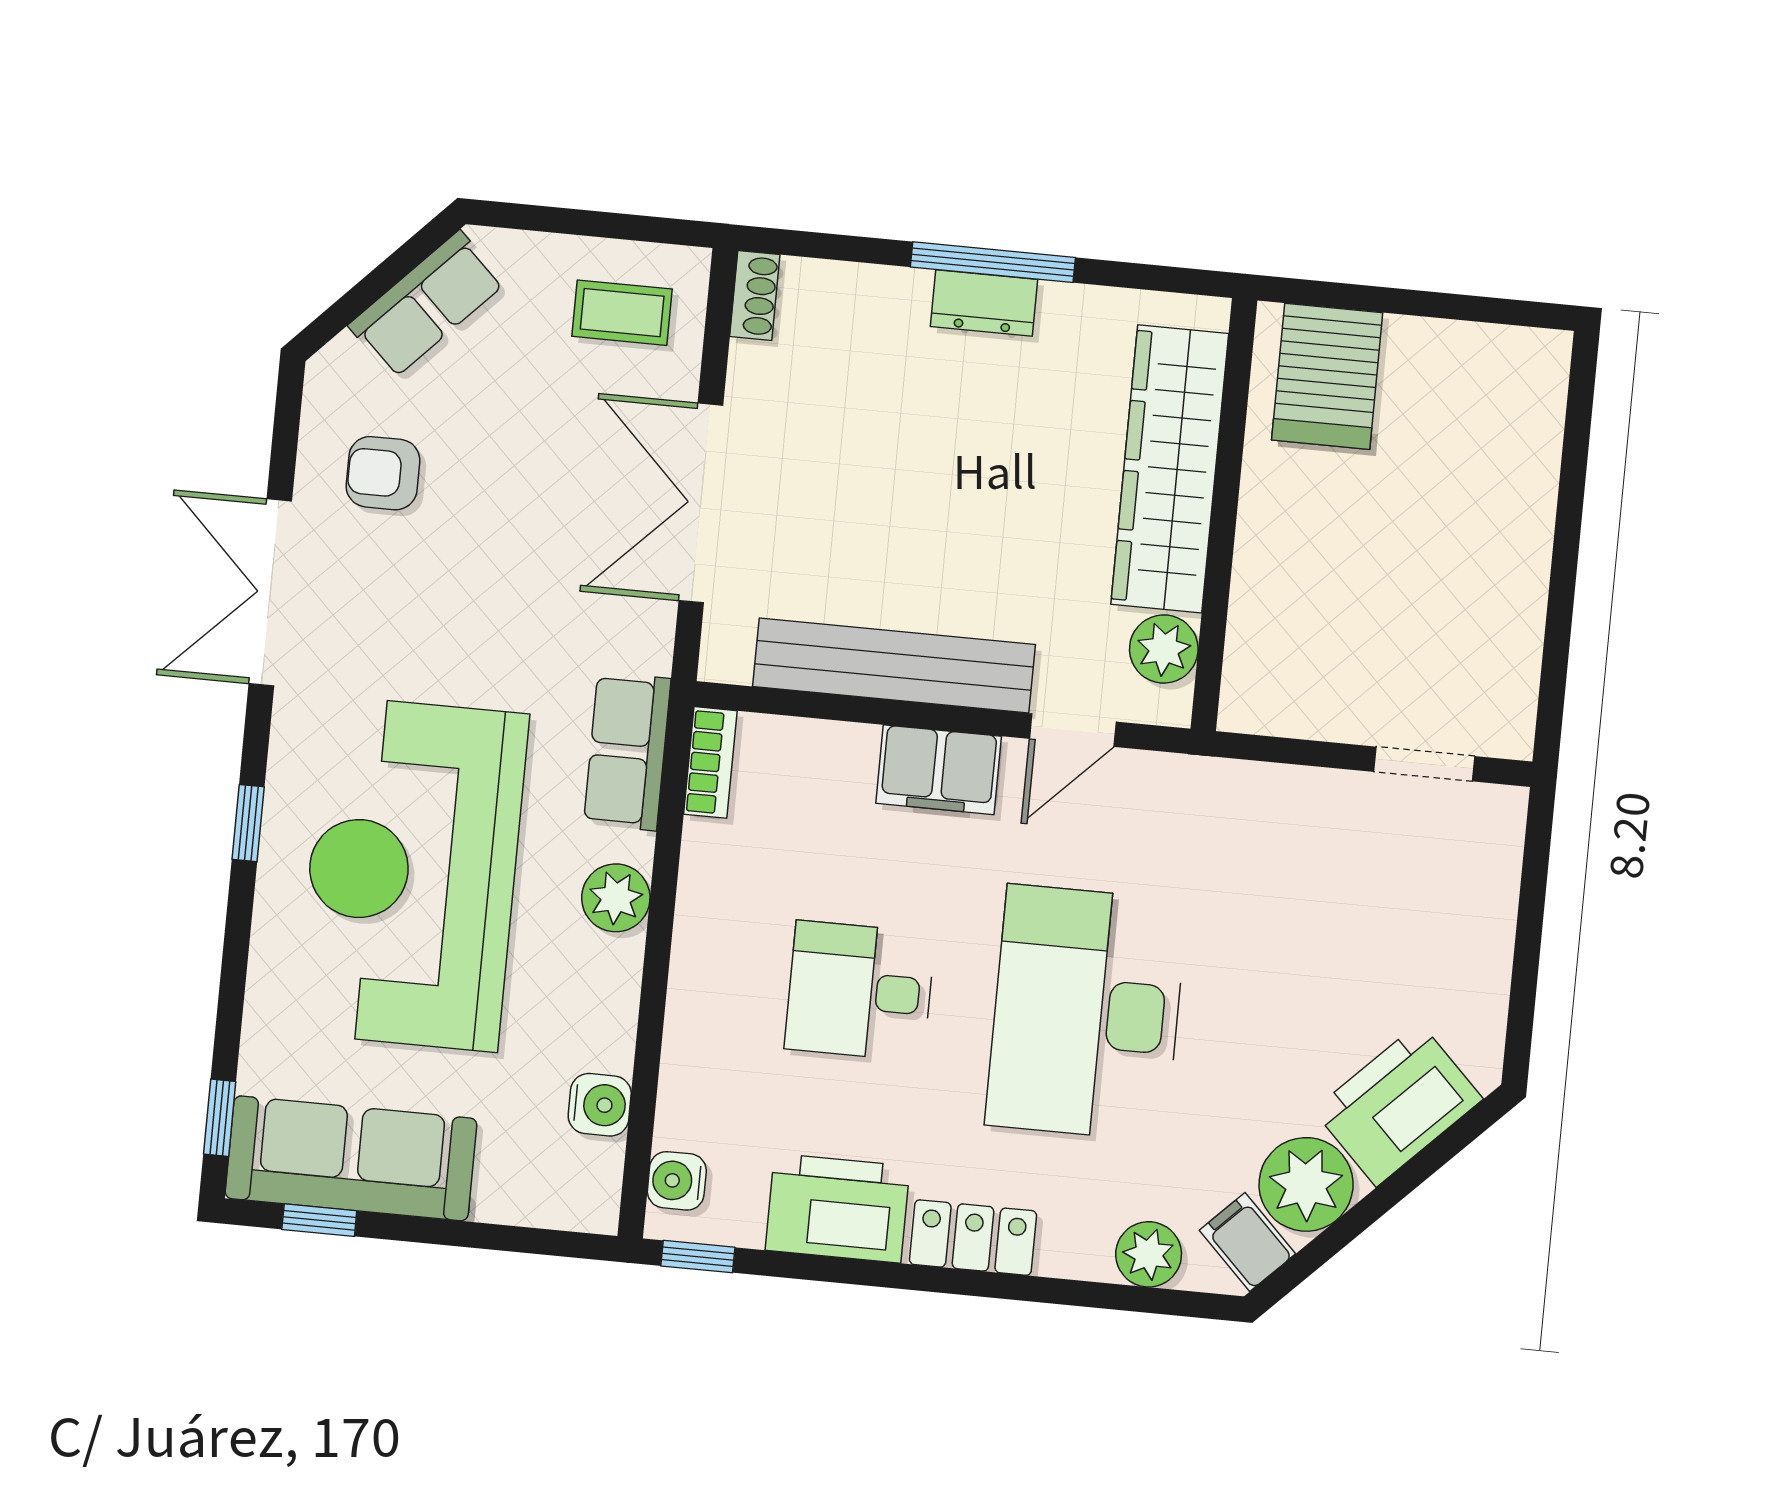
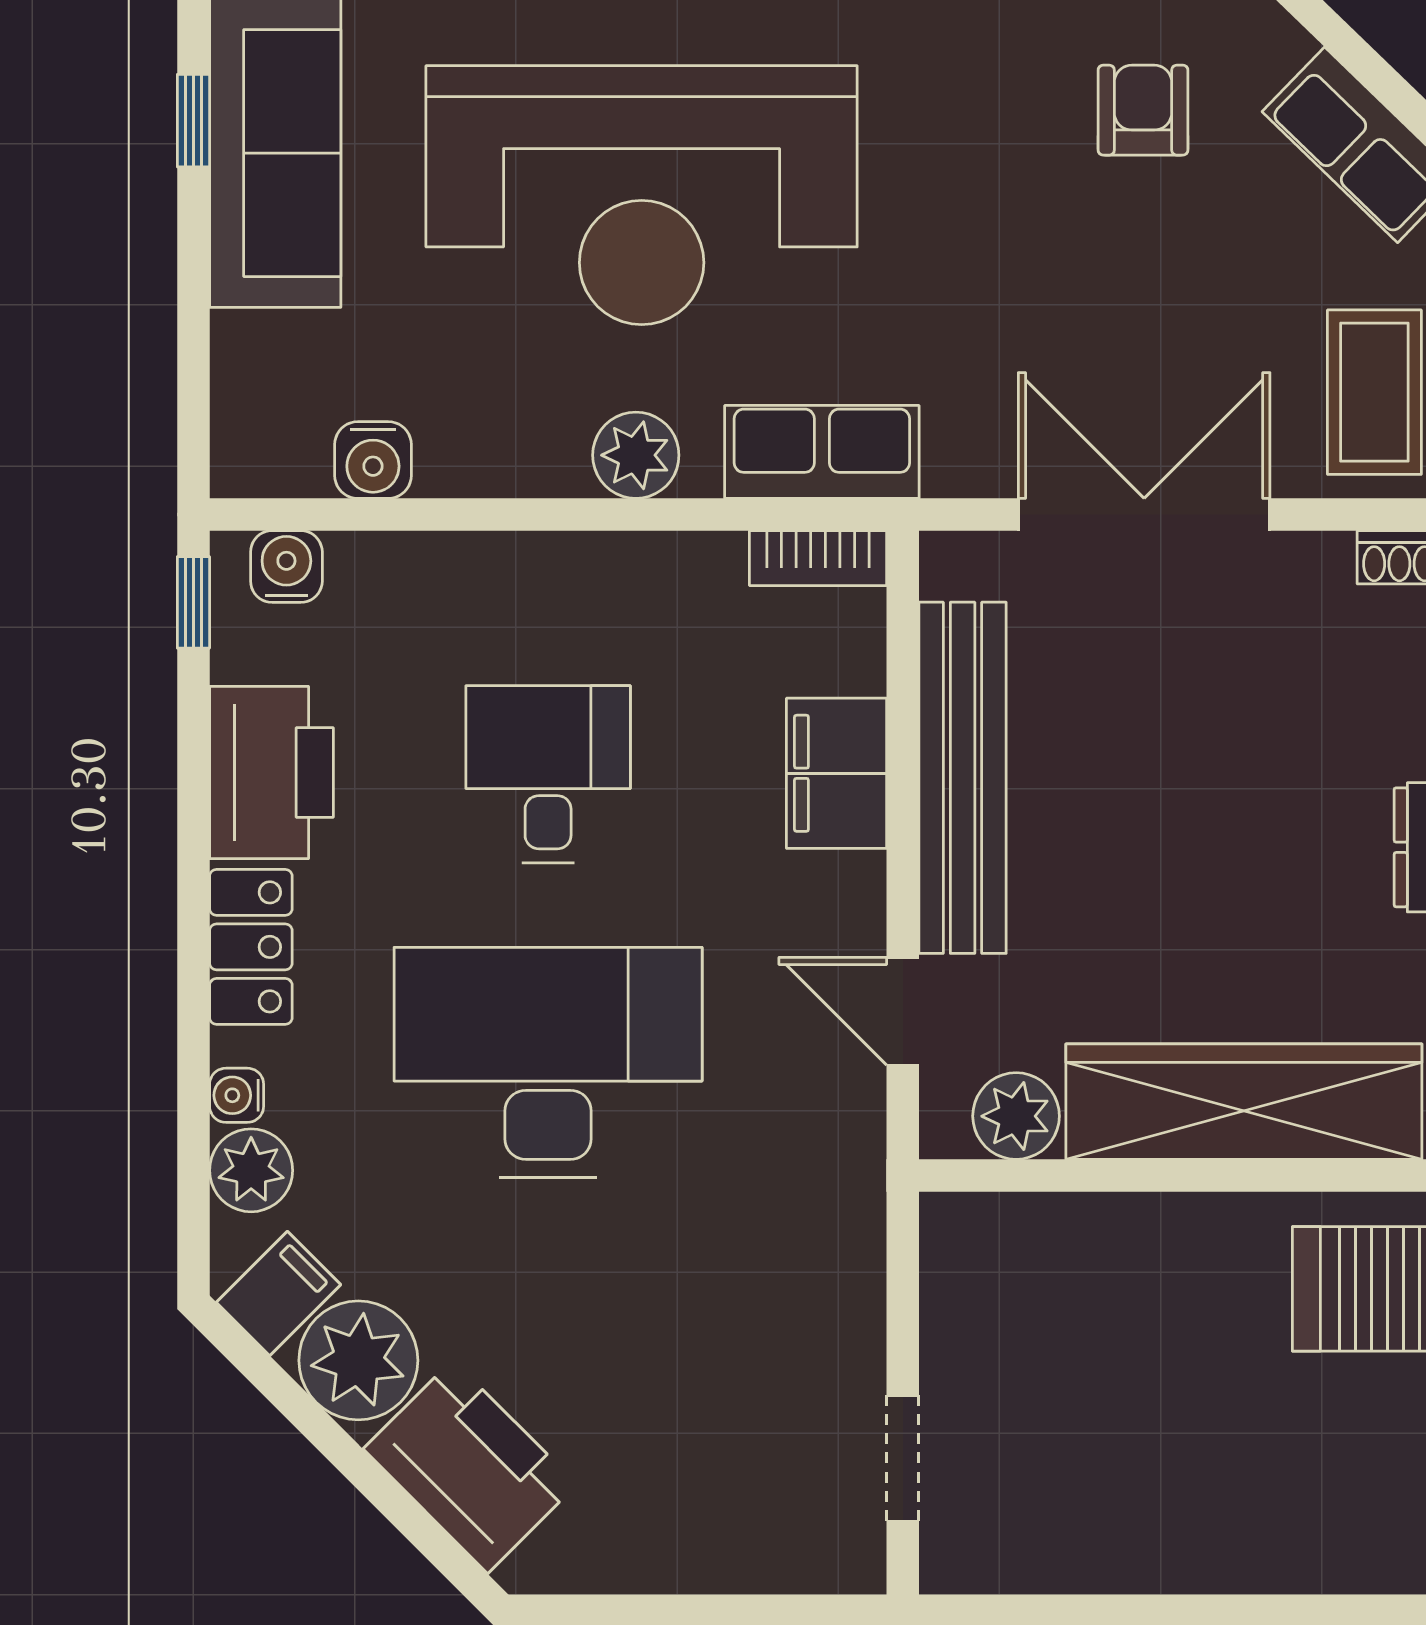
coffee table: (622, 313) -> (1374, 392), width x1.36, depth x1.30
filing cabinet: (939, 770) -> (837, 773), moved
reception desk: (412, 874) -> (642, 195), turned 180
water cooler: (1089, 1260) -> (237, 1095), added

